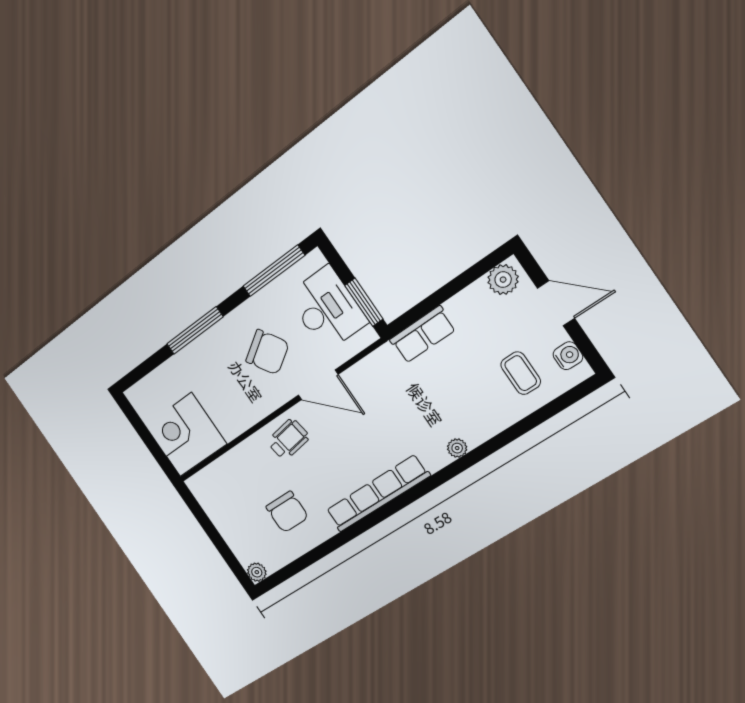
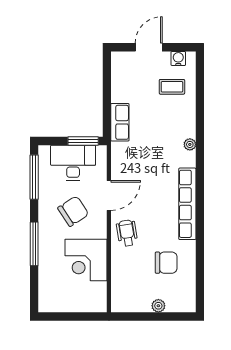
plant: (503, 280) -> (120, 64), removed
corner desk: (186, 435) -> (86, 260), moved
plant: (257, 572) -> (158, 306), moved

